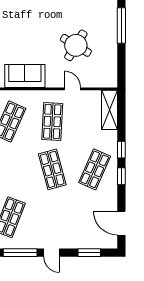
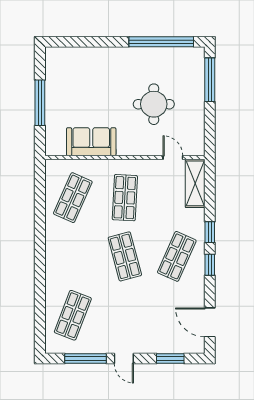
round table: (76, 45) -> (154, 104), turned -31
door: (72, 89) -> (173, 158), moved

